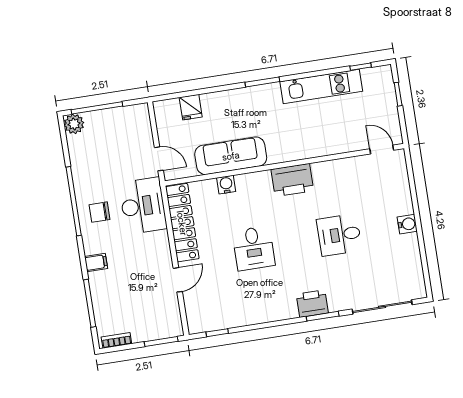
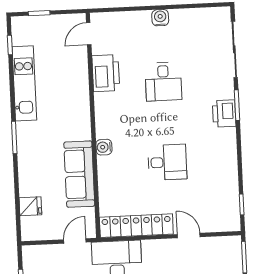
printer: (292, 180) -> (106, 73), moved
water cooler: (226, 185) -> (104, 147), moved

